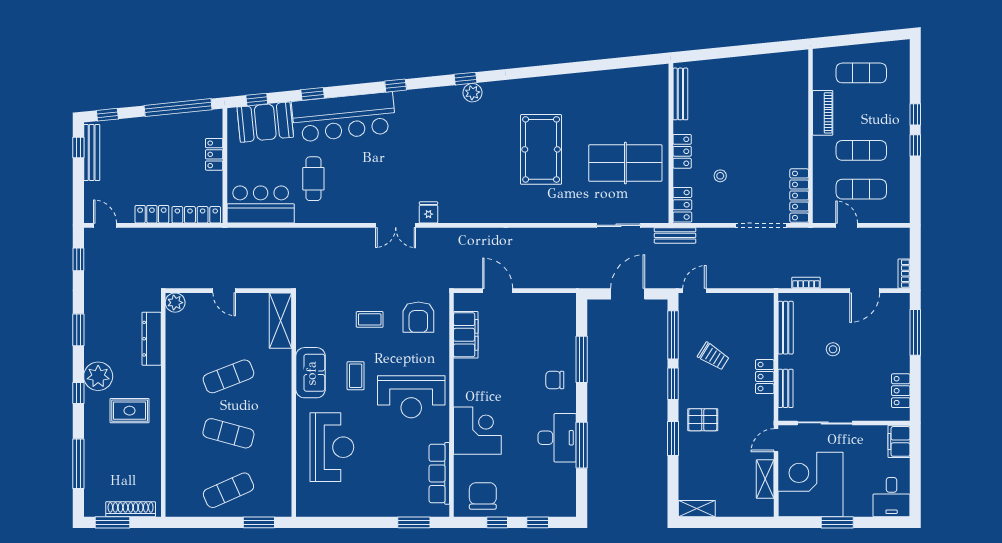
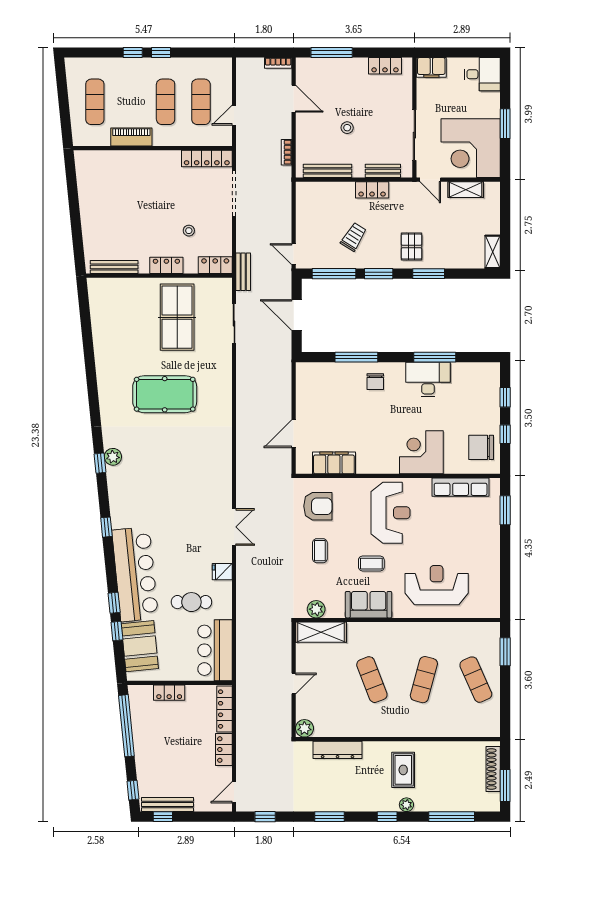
window: (257, 100) -> (117, 631), moved
fridge: (428, 212) -> (222, 572), moved
plant: (306, 315) -> (316, 609), added
plant: (98, 376) -> (406, 805), moved, width x0.53, depth x0.53

